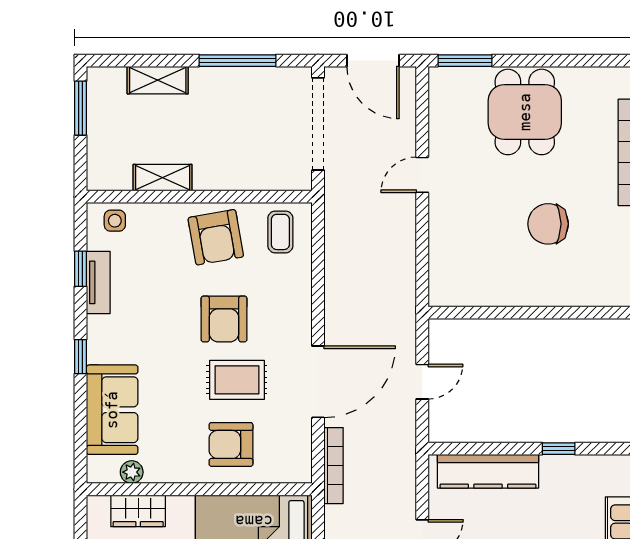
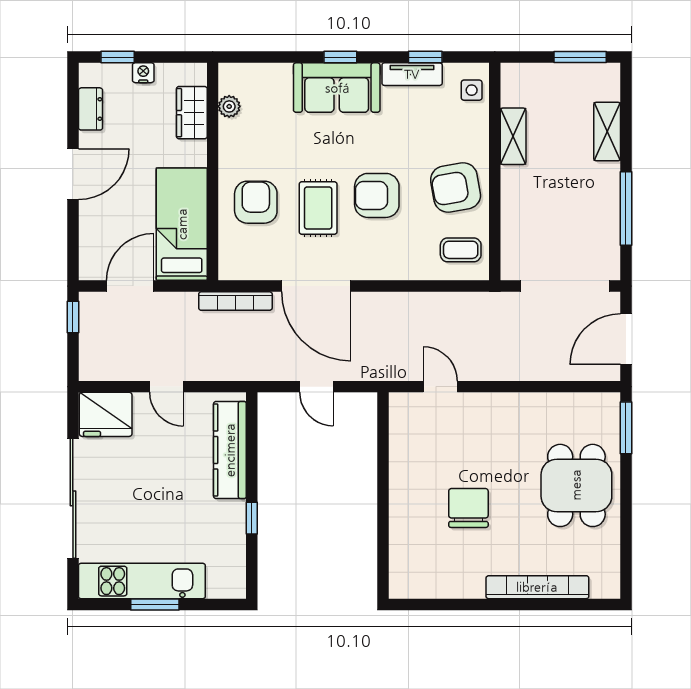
dining table: (525, 112) -> (576, 485), turned 90
door: (422, 175) -> (440, 387), moved
sofa: (112, 410) -> (337, 88), moved

